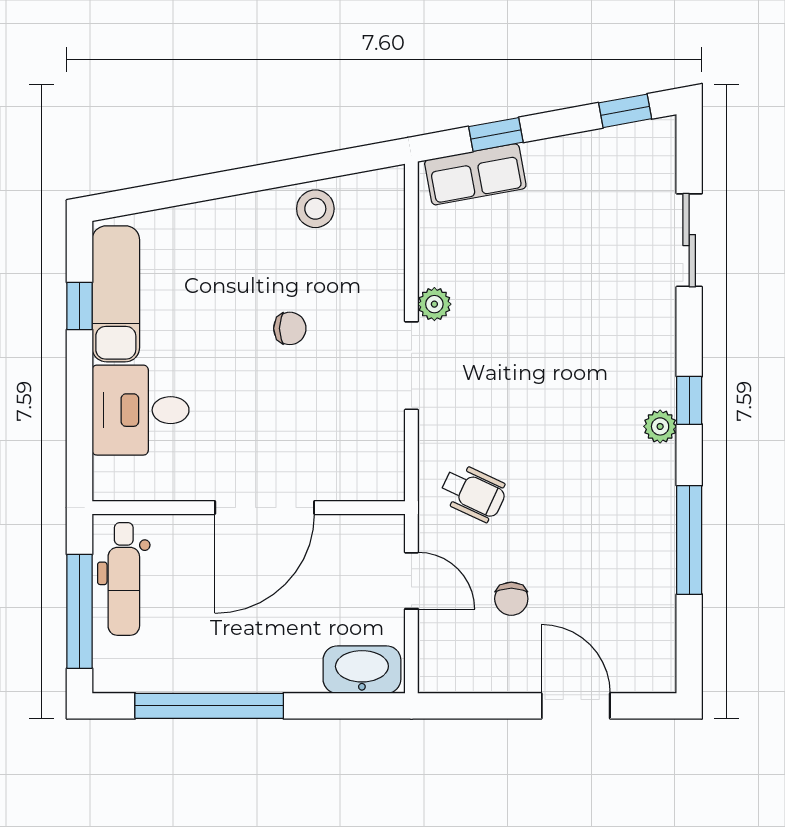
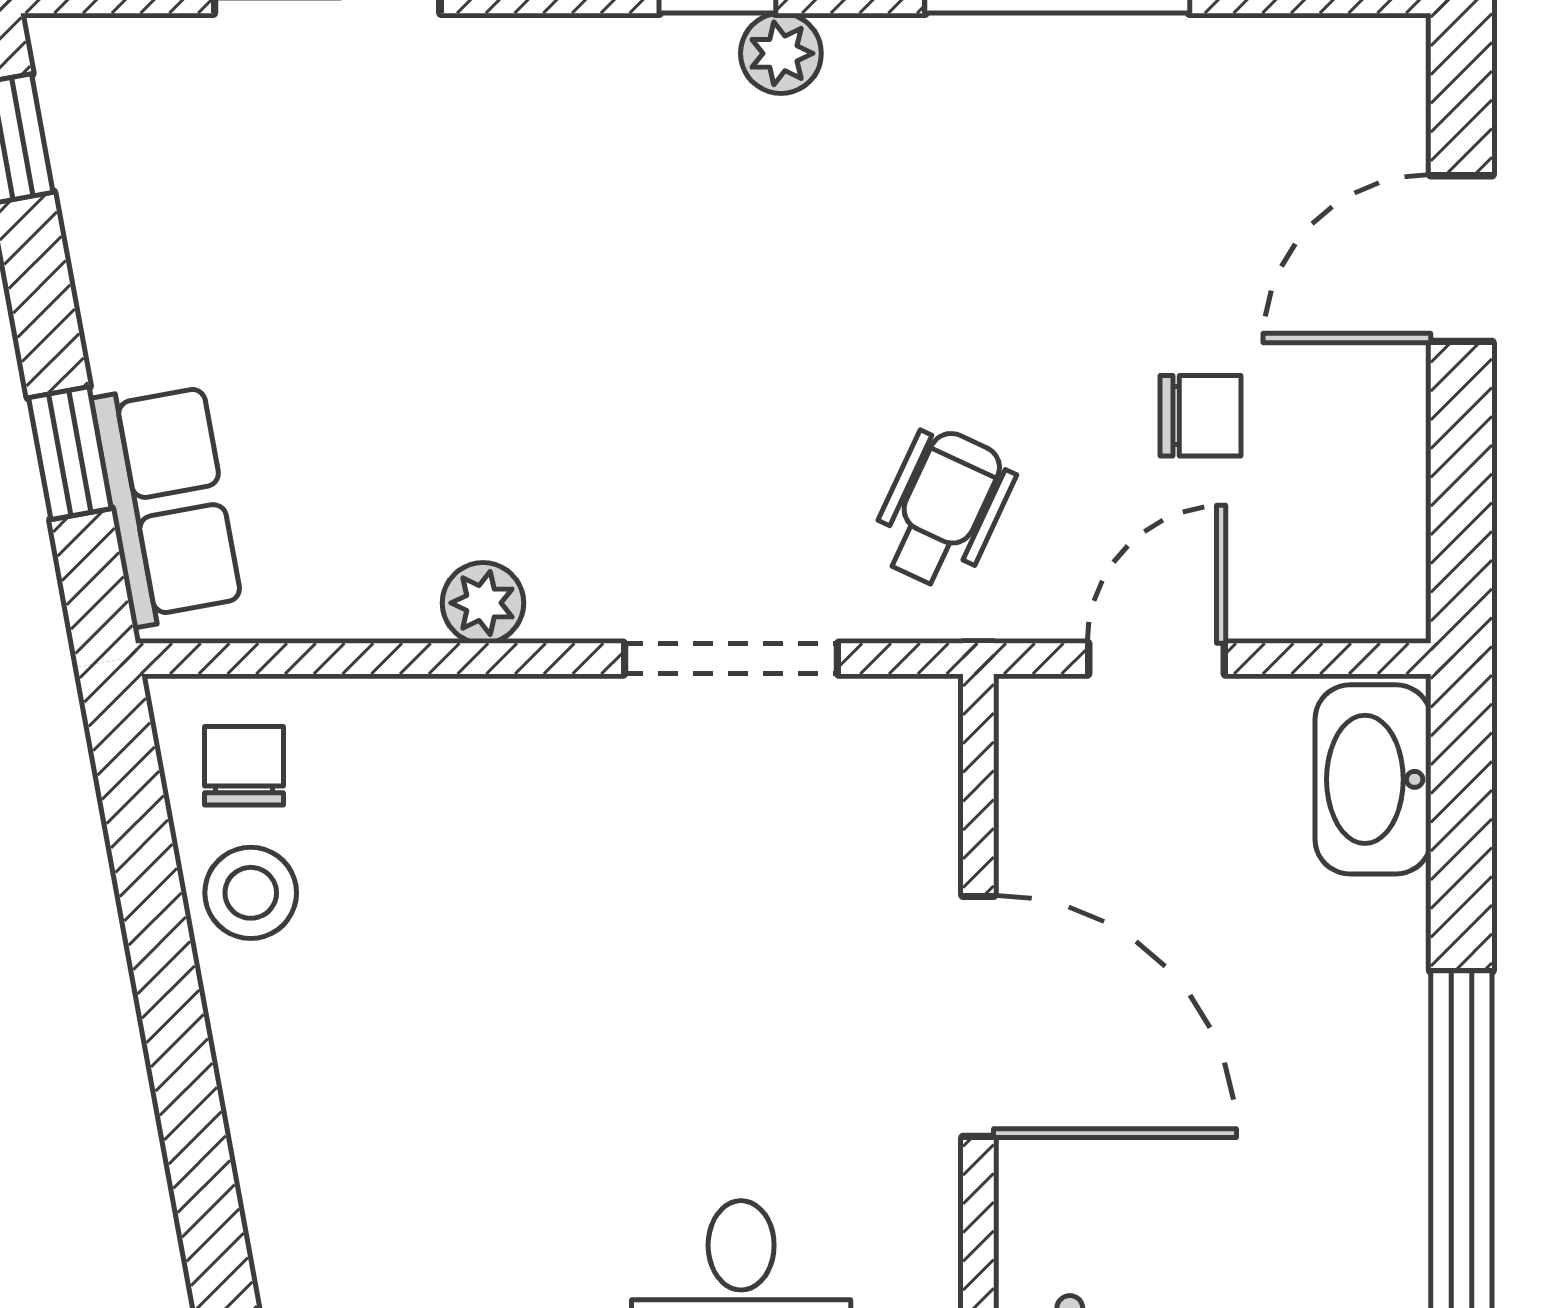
chair: (290, 328) -> (244, 766), moved
doorway: (411, 366) -> (731, 659), moved

